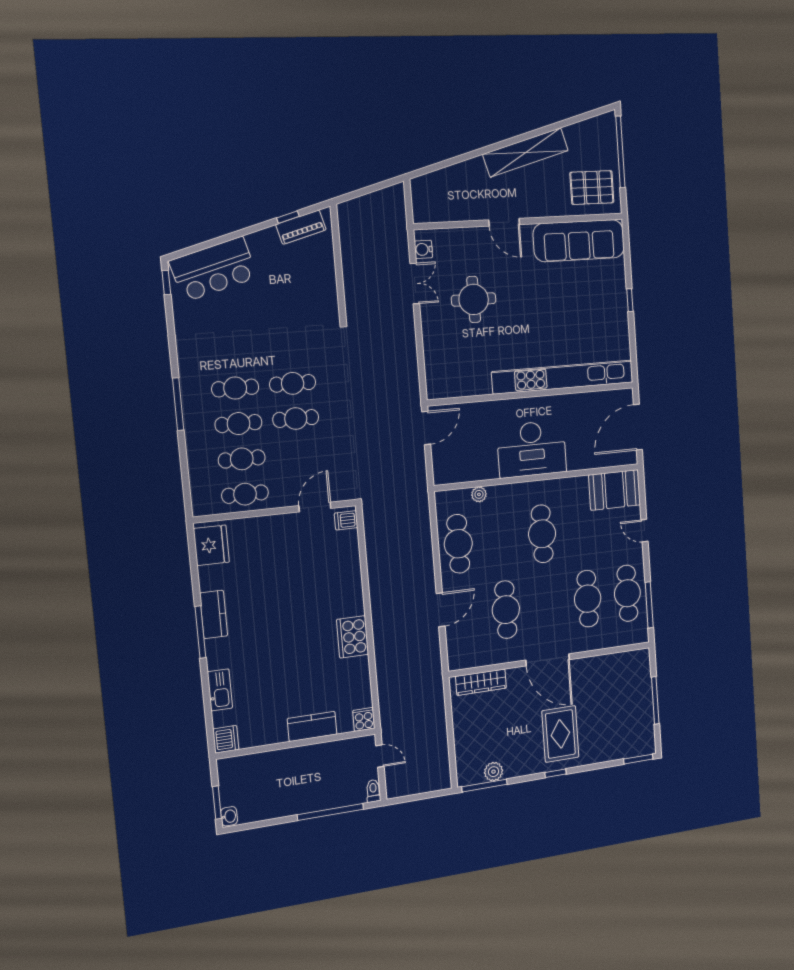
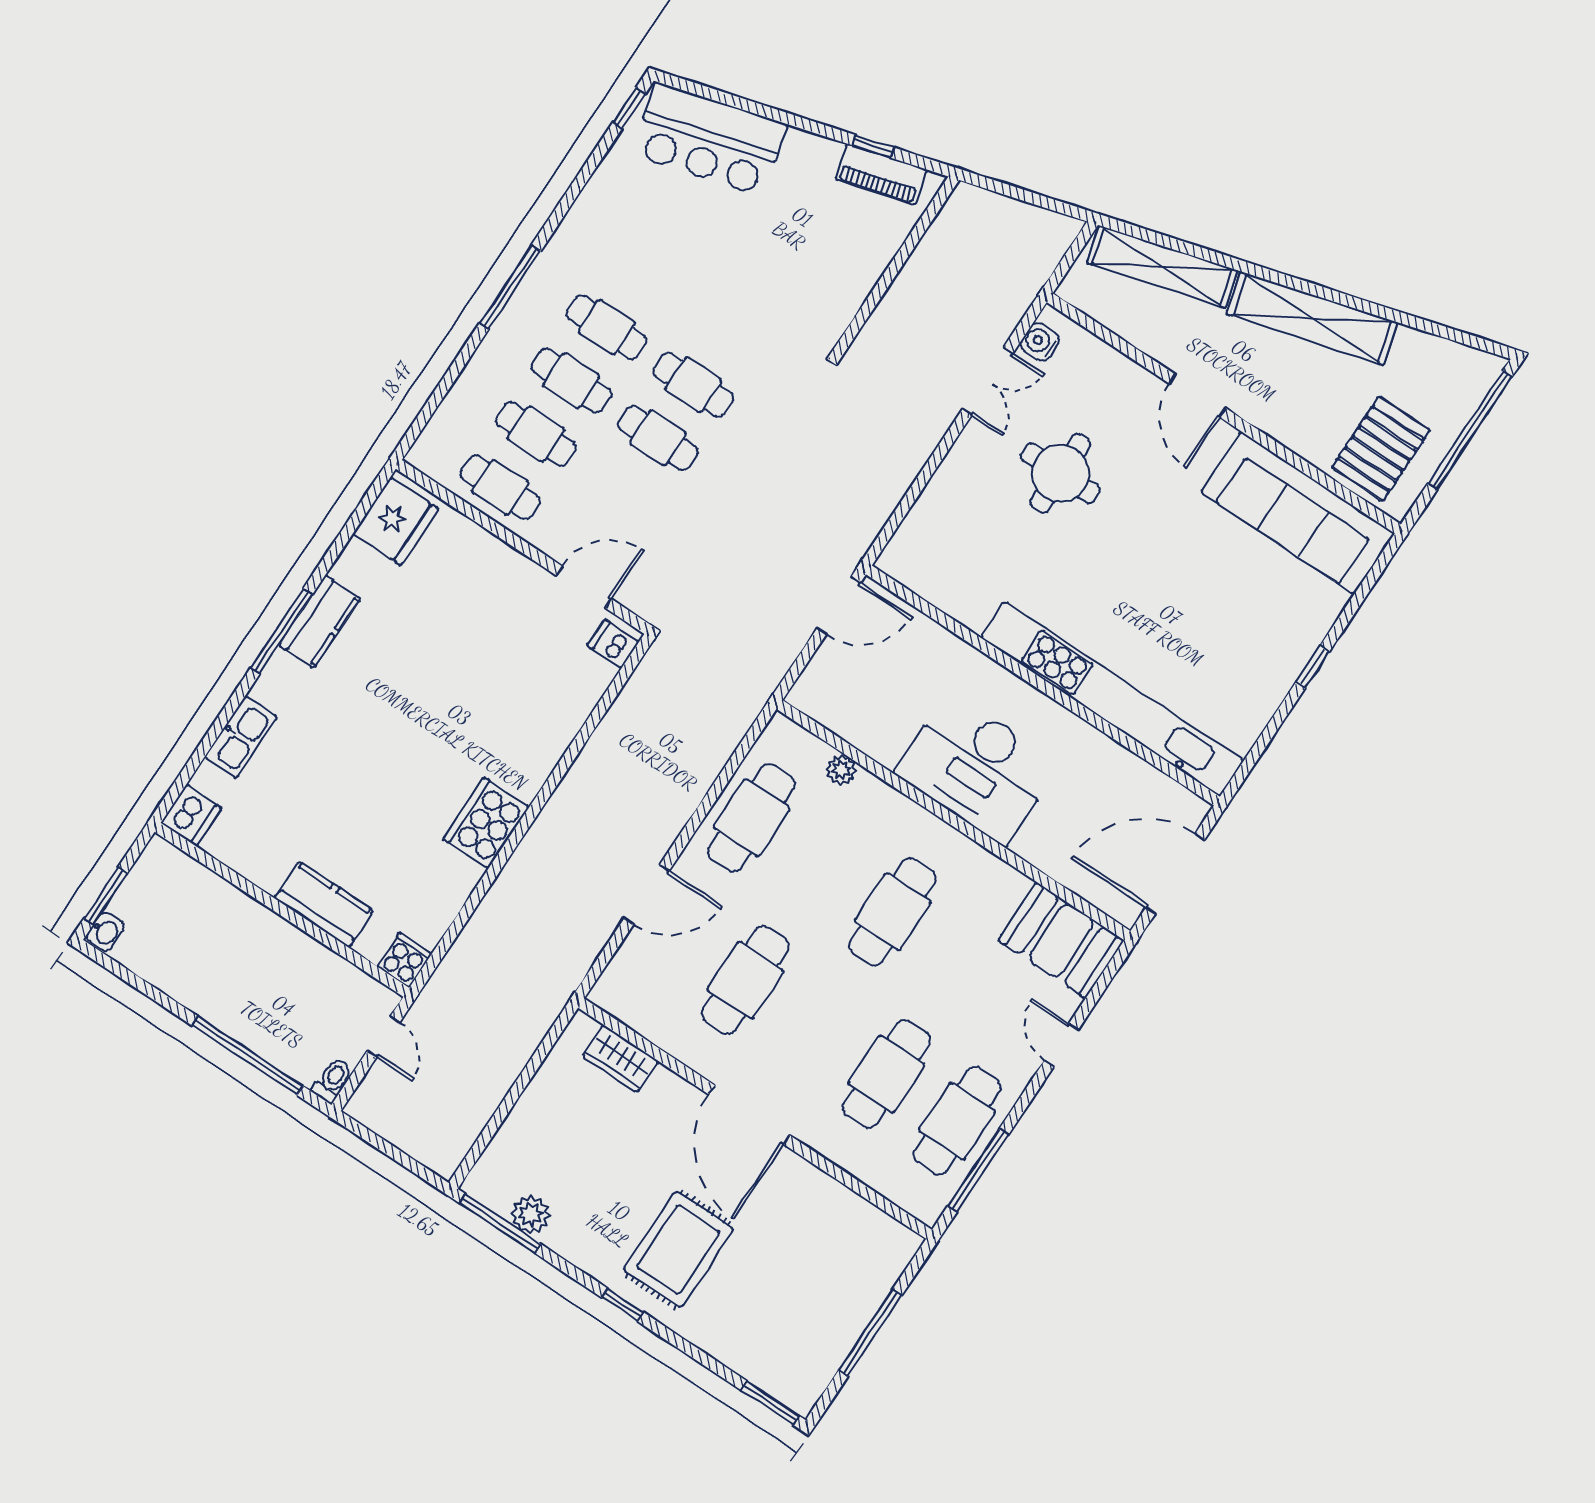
shelving: (449, 177) -> (1162, 267), added
pallet: (592, 188) -> (1381, 449), turned 90
wardrobe: (481, 682) -> (620, 1059), width x0.67

